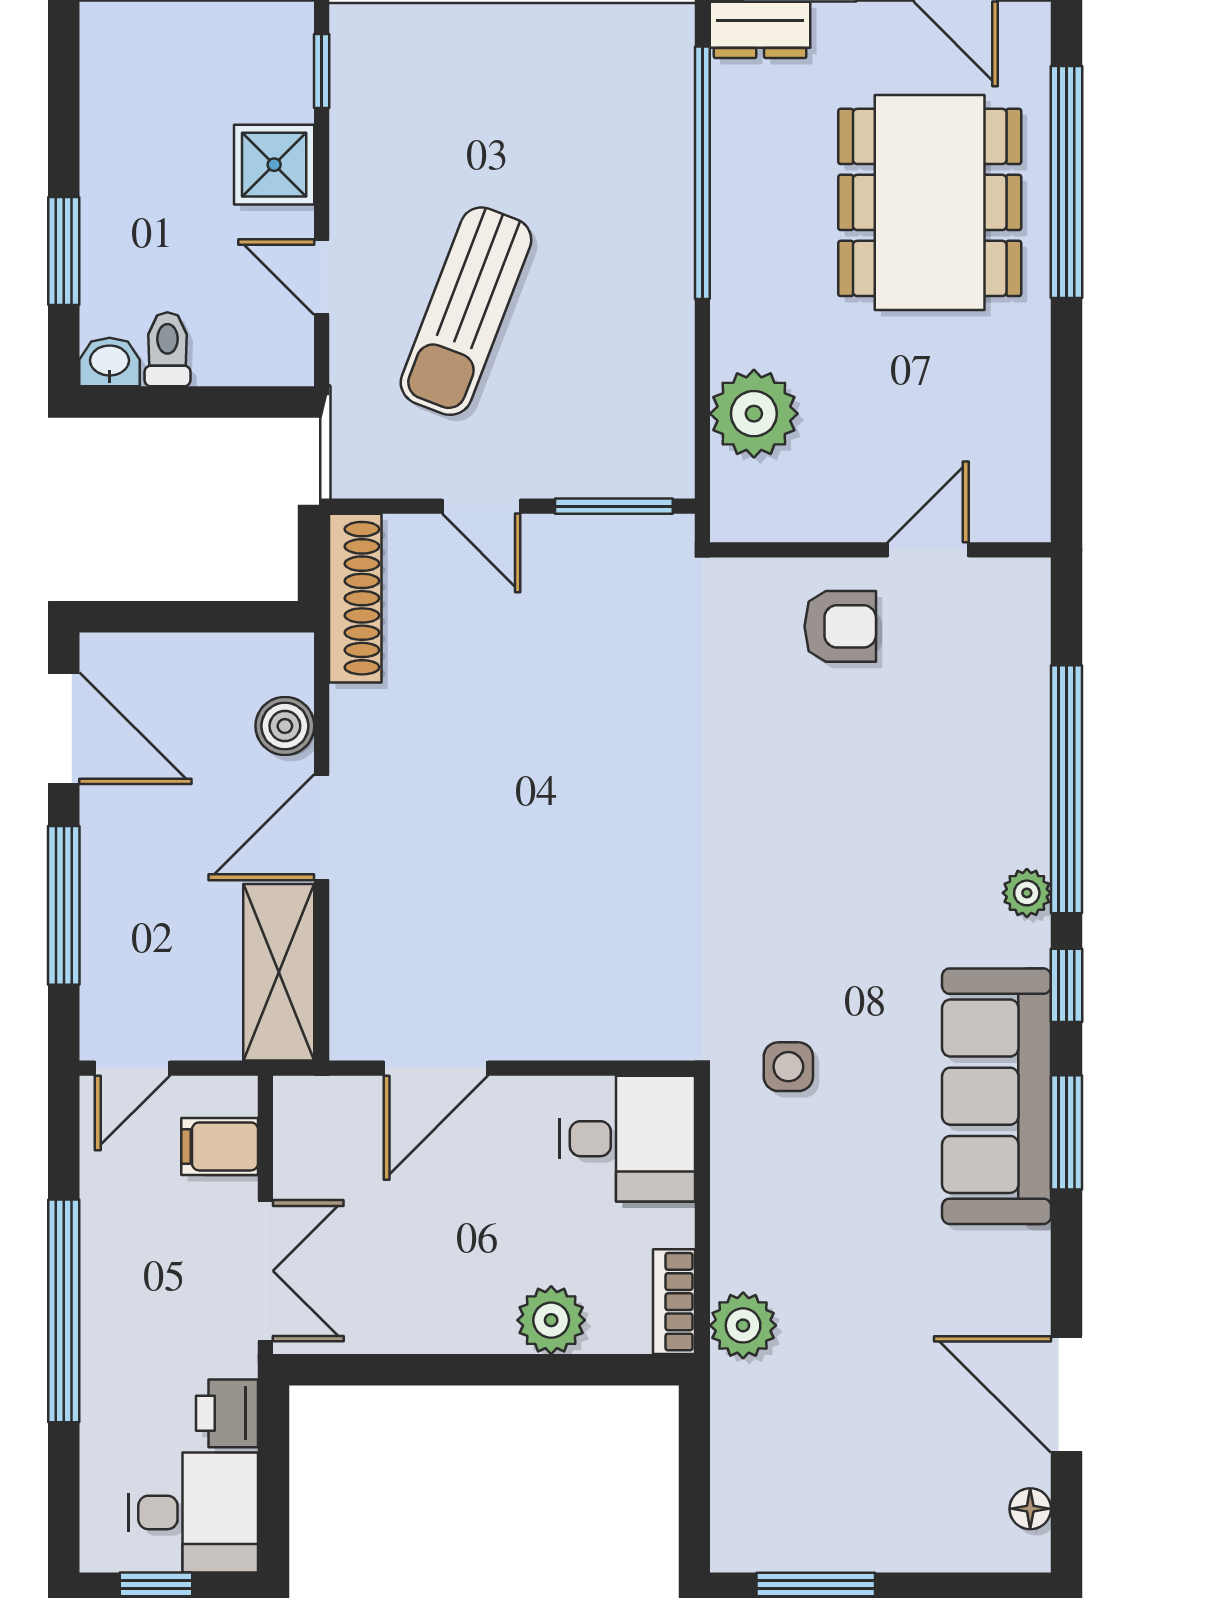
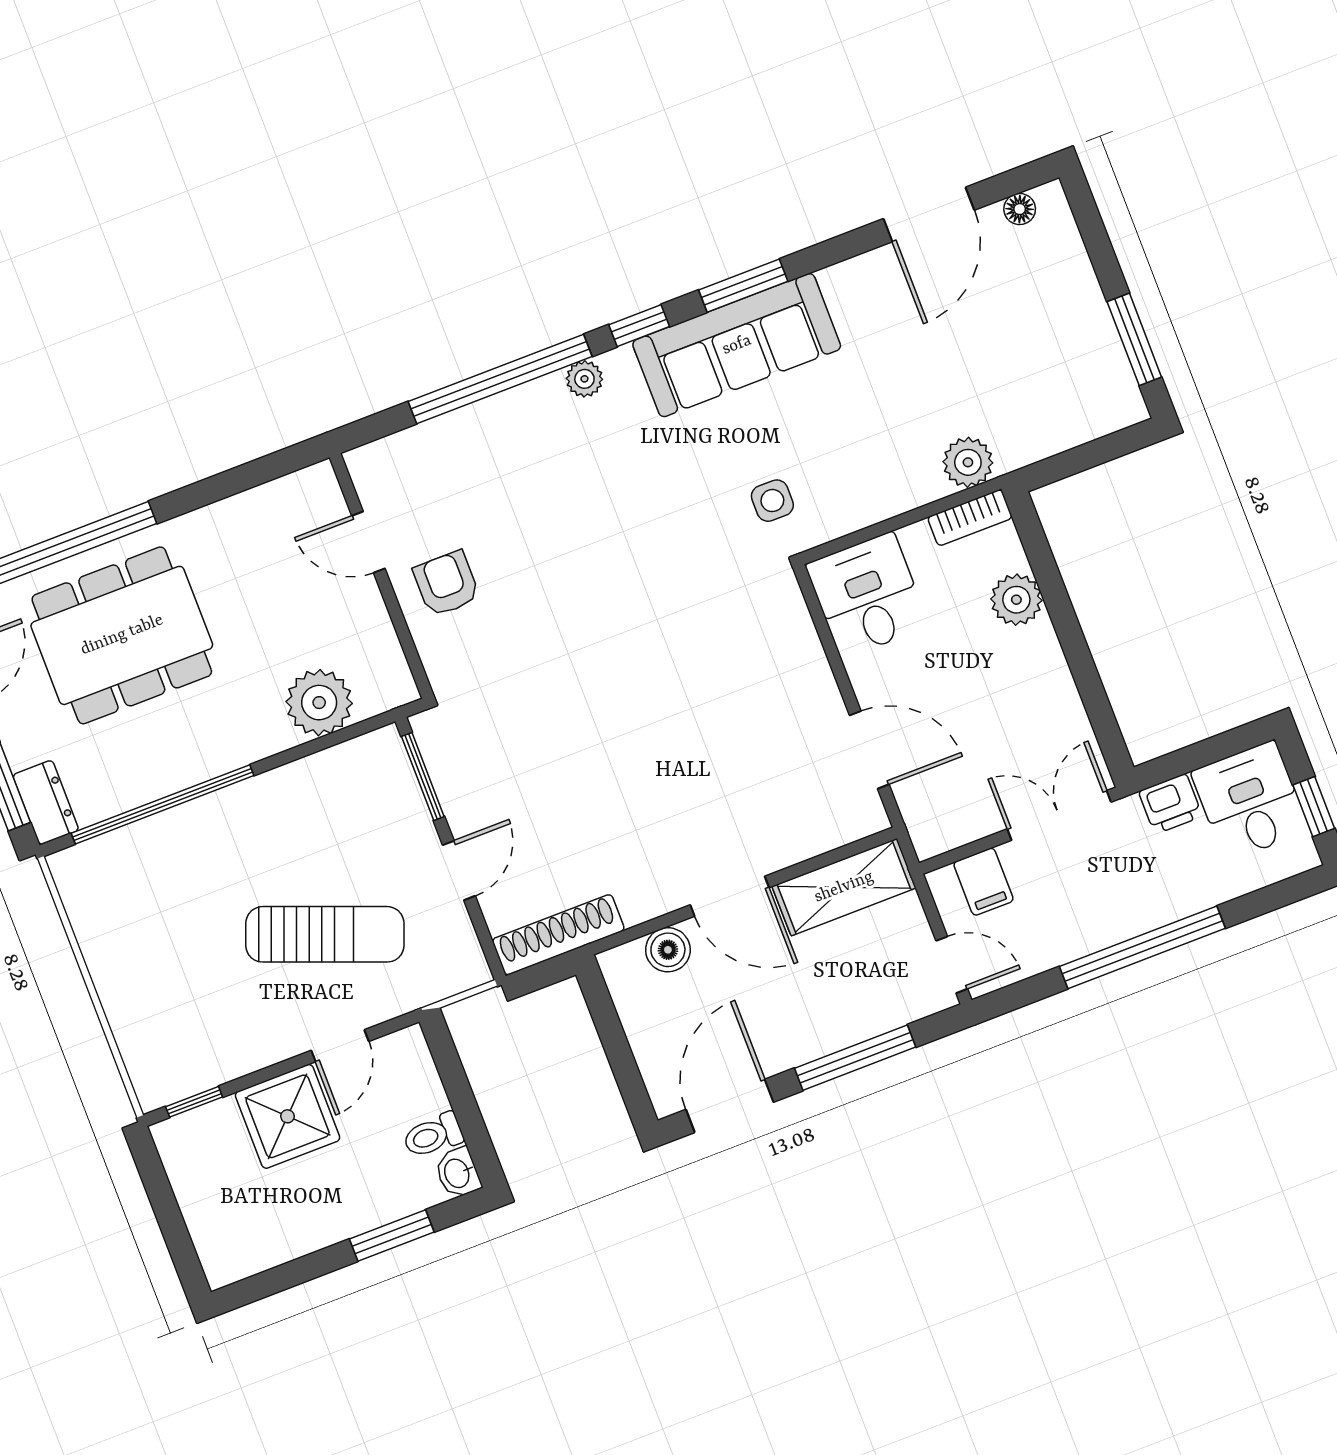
shower: (274, 165) -> (288, 1116), width x1.36, depth x1.36

